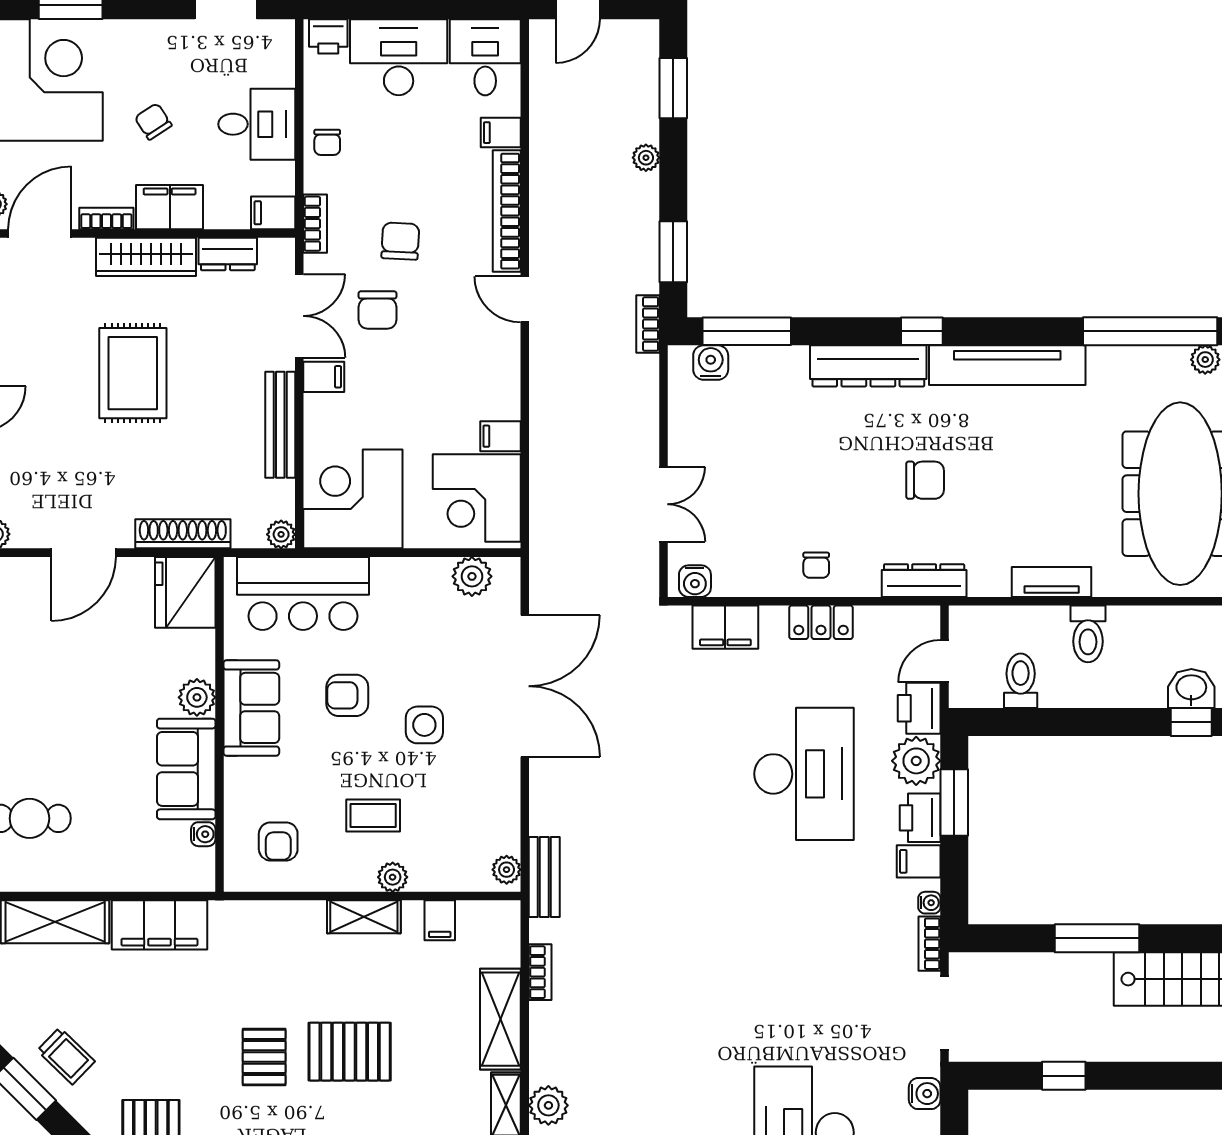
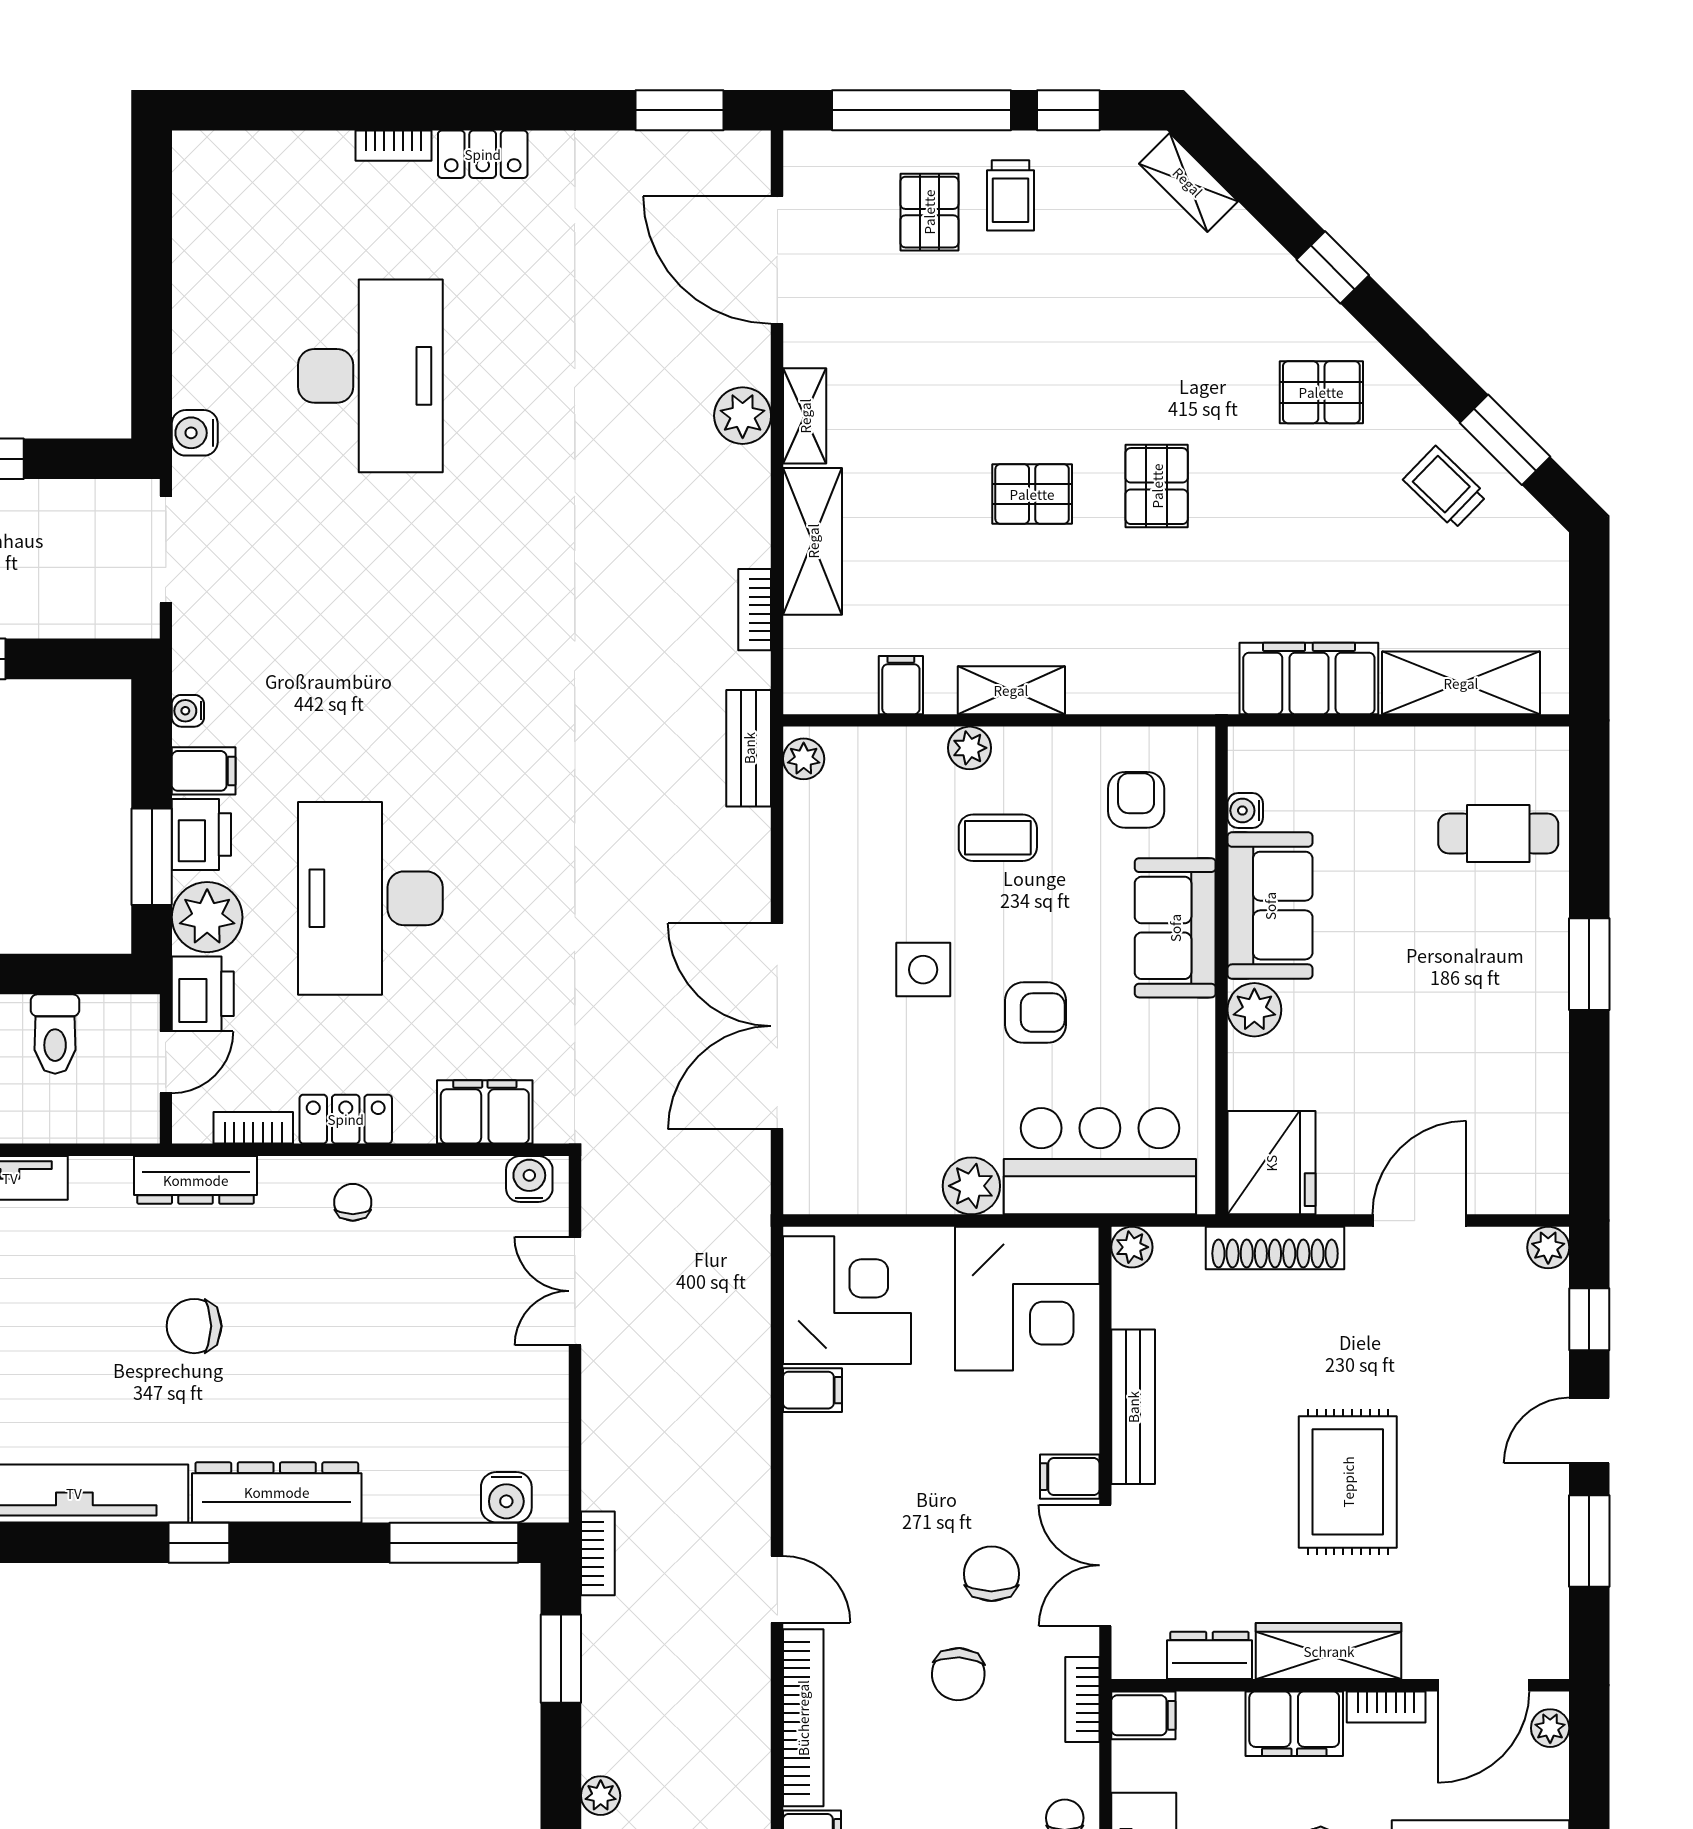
plant: (472, 576) -> (971, 1186), moved
sofa: (251, 708) -> (1175, 928), moved
bookcase: (929, 944) -> (253, 1128), moved, turned -90
pallet: (350, 1052) -> (1032, 494), width x0.67, depth x0.71

